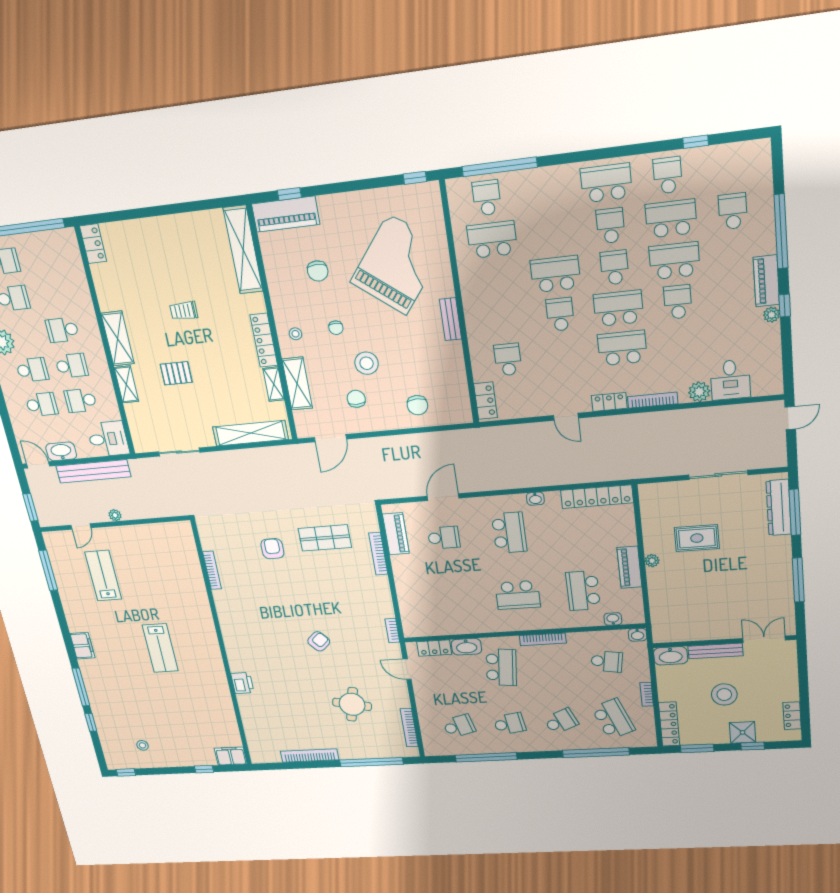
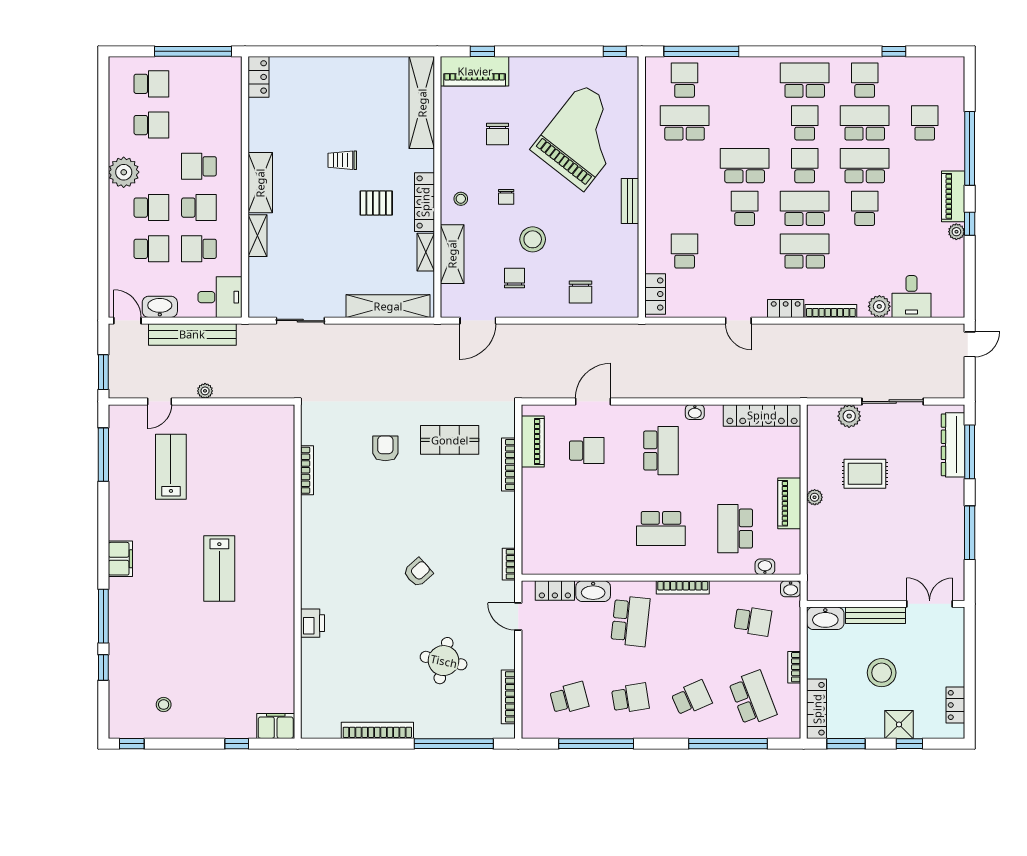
pallet: (176, 373) -> (376, 203), moved
plant: (678, 491) -> (849, 416), added

